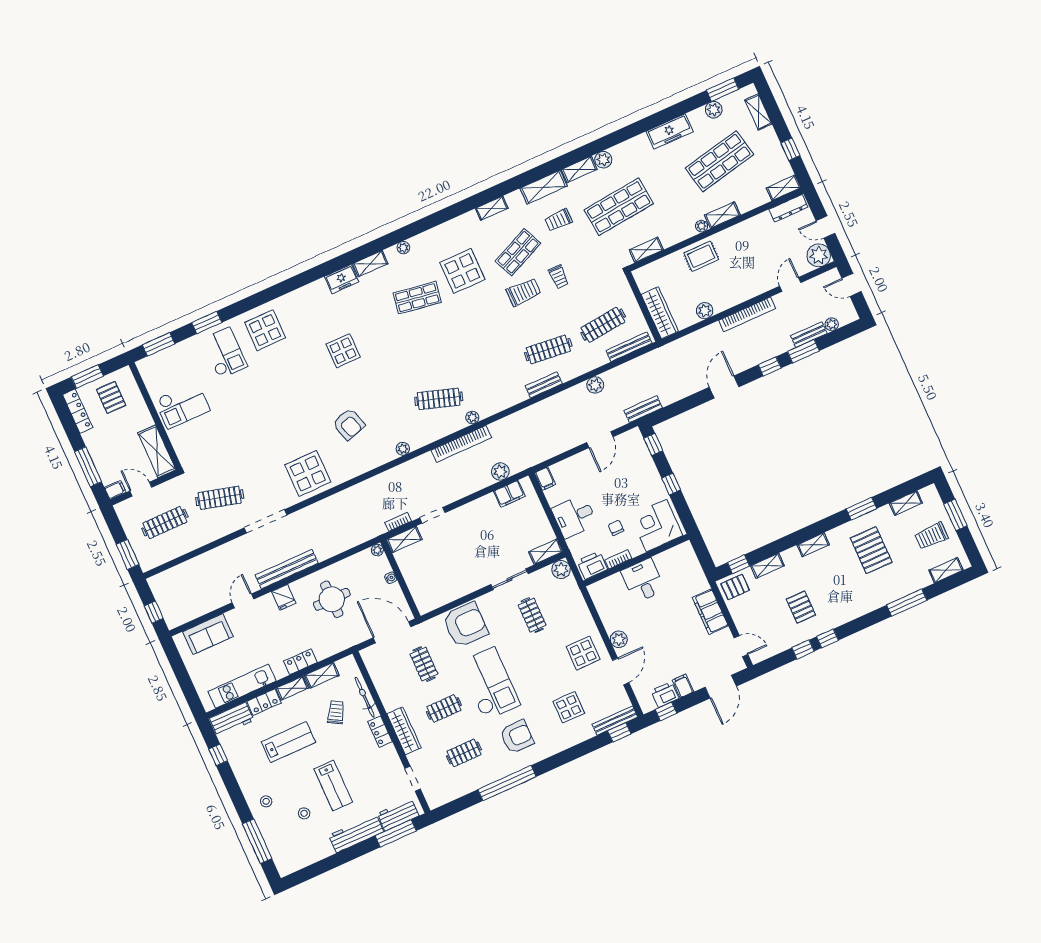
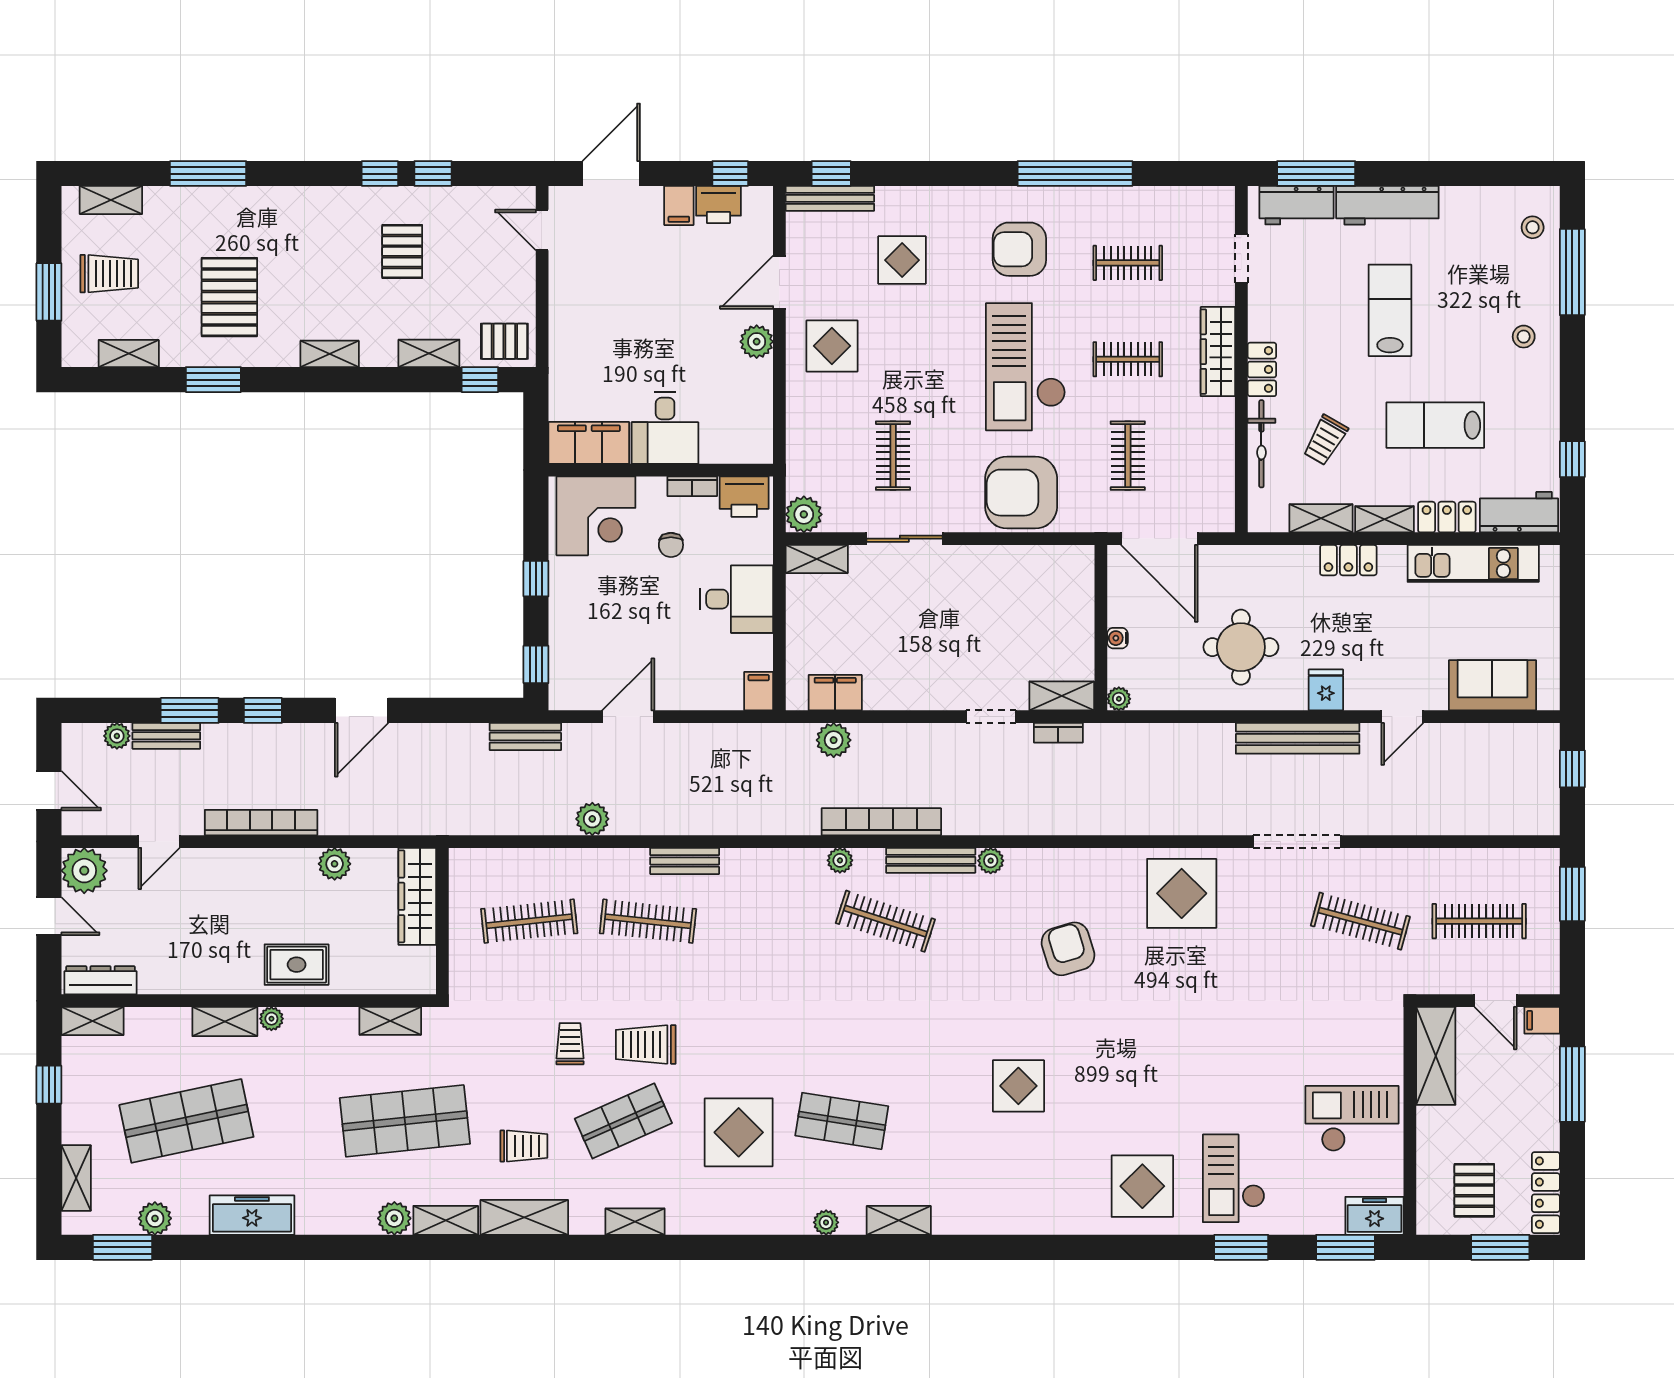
freezer: (342, 279) -> (1375, 1216), moved
bench: (629, 347) -> (931, 860), moved
filing cabinet: (710, 612) -> (589, 443), moved, turned -90
stool: (304, 813) -> (1533, 227), moved

